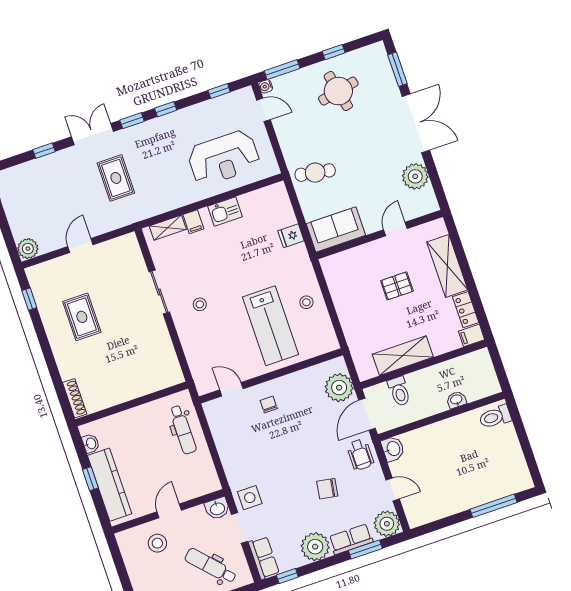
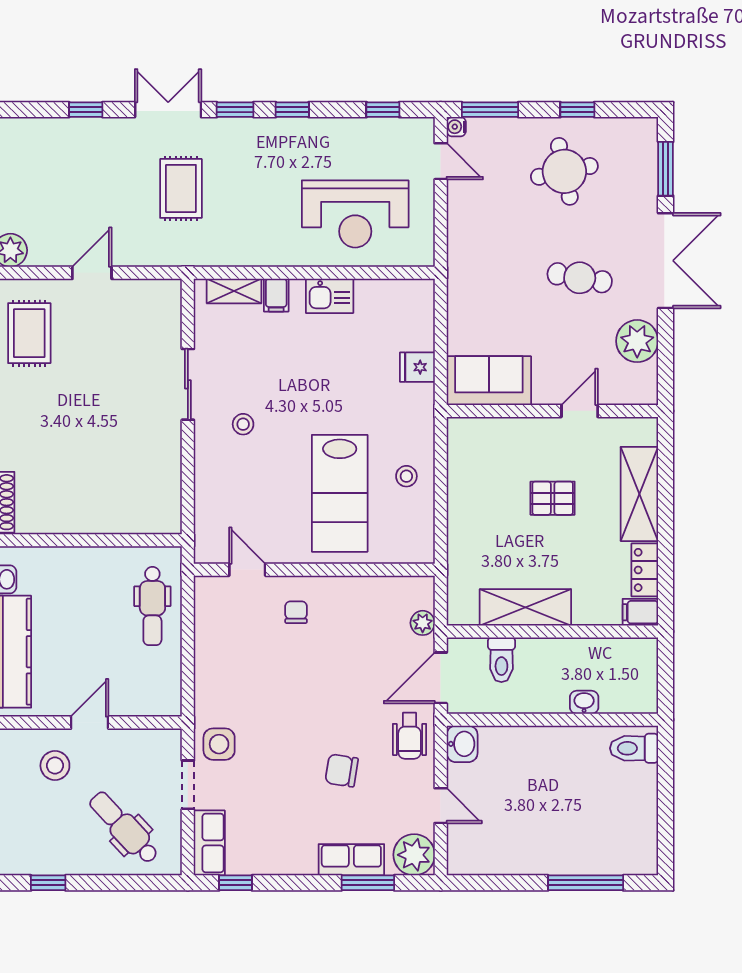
cafe table: (315, 173) -> (580, 278), moved
rug: (82, 317) -> (29, 333), moved
plant: (339, 388) -> (423, 623), width x0.53, depth x0.53
washbasin: (217, 508) -> (164, 744), removed
plant: (315, 547) -> (293, 853), removed

